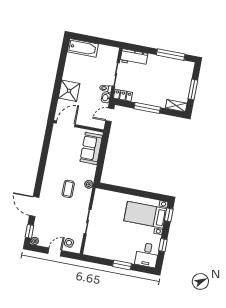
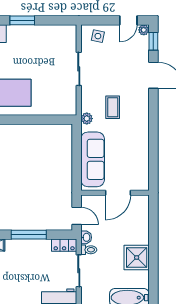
shower: (69, 91) -> (137, 258), moved
door: (110, 115) -> (77, 216), hinge flipped
door: (66, 124) -> (118, 193), moved
sofa: (91, 148) -> (93, 159), width x1.36
door: (55, 252) -> (128, 20), moved

